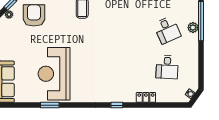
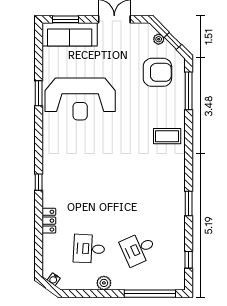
plant: (193, 28) -> (104, 283), moved
reception desk: (54, 74) -> (80, 99), turned 180

